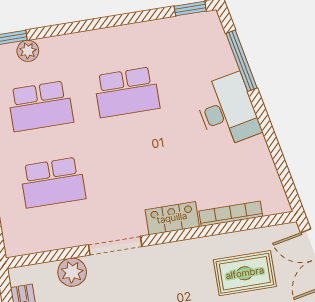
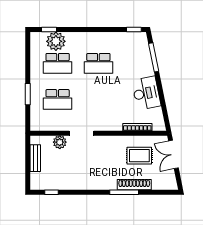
plant: (28, 51) -> (56, 41), width x1.87, depth x1.87
desk: (227, 111) -> (146, 93), moved
locker: (172, 218) -> (110, 125), removed

